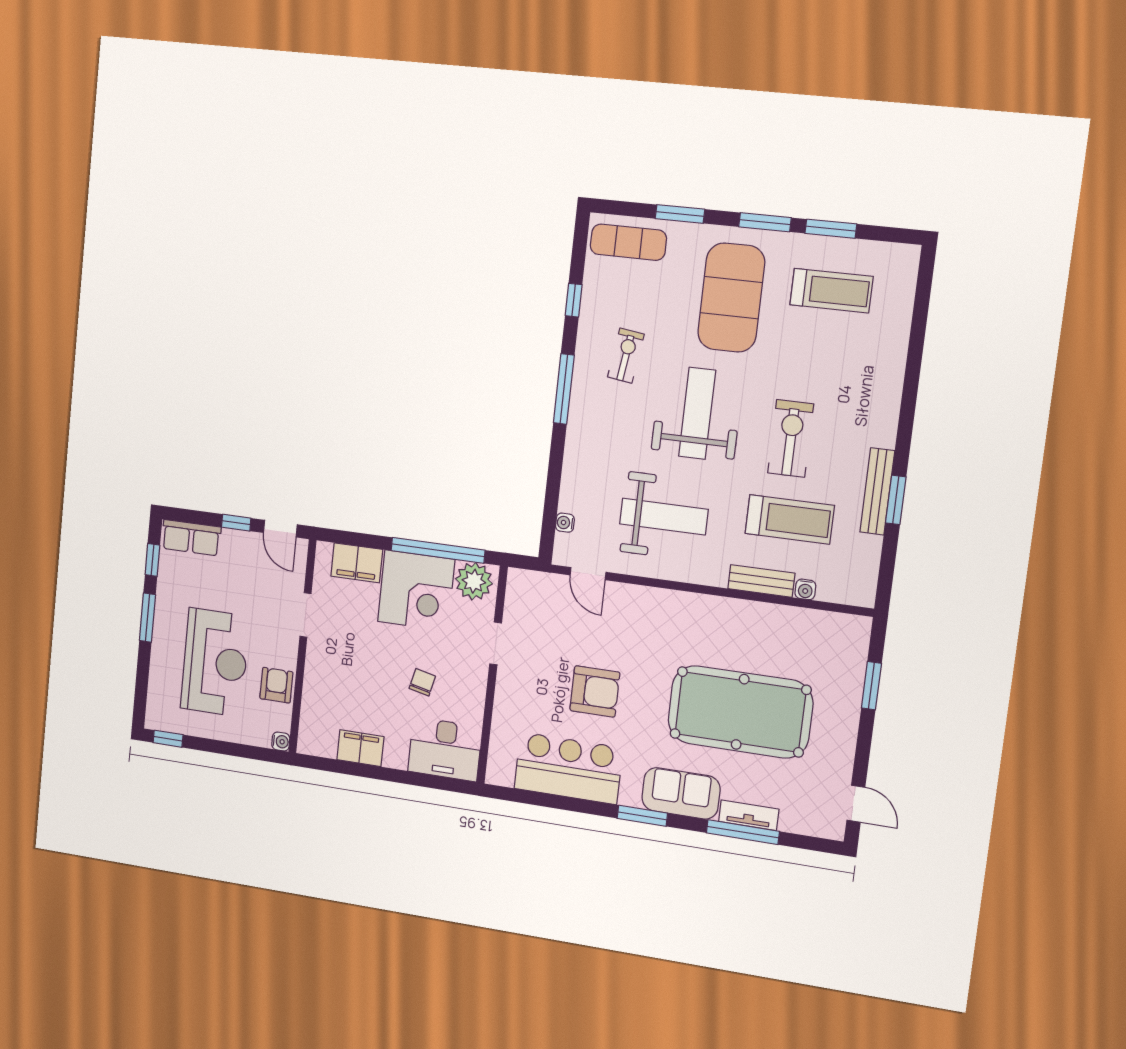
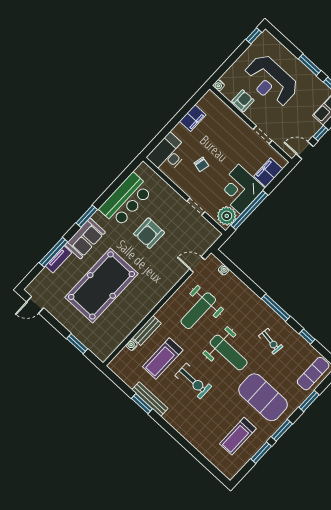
armchair: (276, 685) -> (243, 101), turned -90

